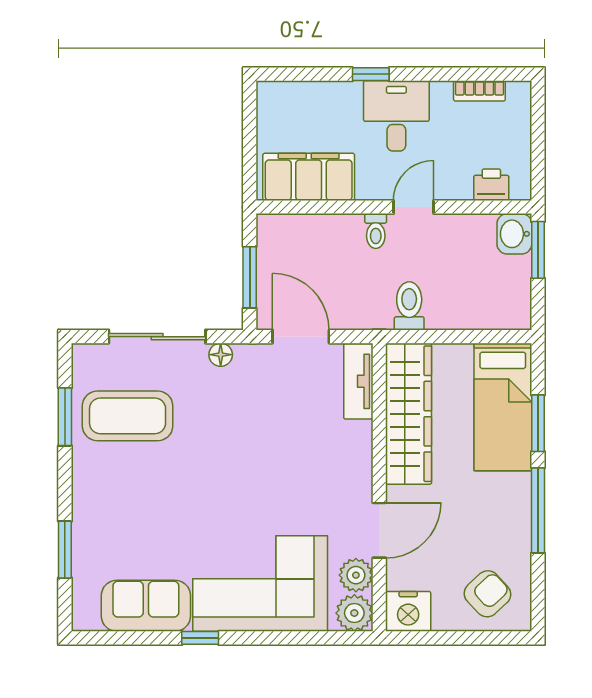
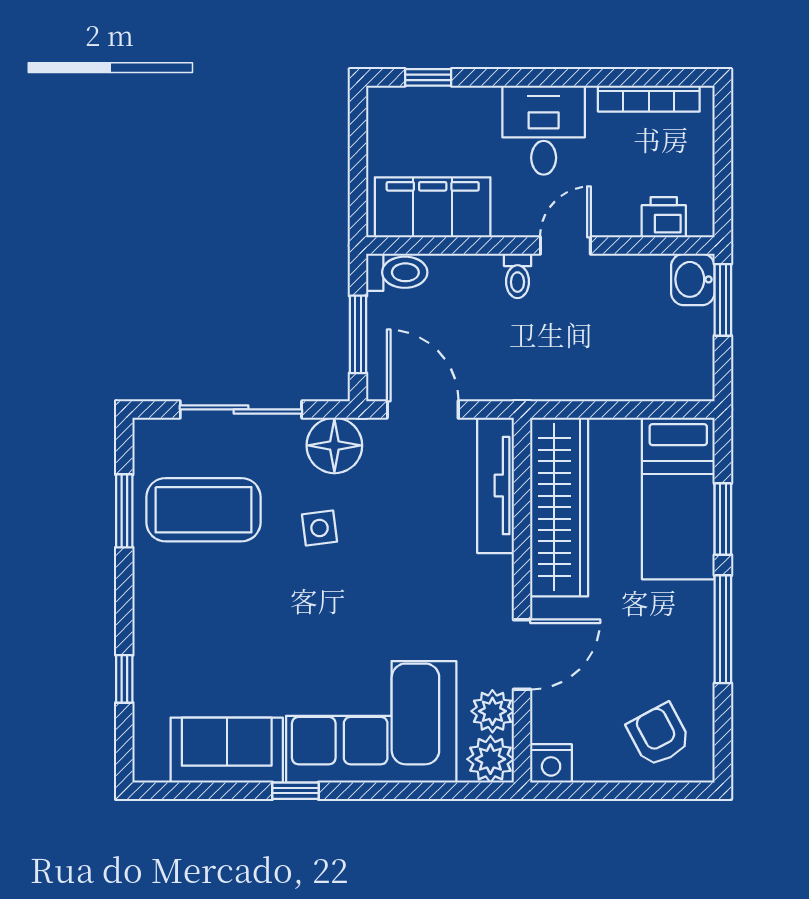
window: (371, 74) -> (428, 77), moved
bookcase: (479, 91) -> (649, 99), width x1.56
toilet: (409, 306) -> (397, 272), moved, turned 90
floor lamp: (221, 355) -> (334, 445), width x1.89, depth x1.89
tv unit: (358, 381) -> (495, 486), width x1.41
side table: (219, 430) -> (320, 528), added
window: (65, 550) -> (124, 679), width x0.67
armchair: (487, 594) -> (659, 735), turned -75
nightstand: (408, 611) -> (551, 763), width x0.74, depth x0.75

